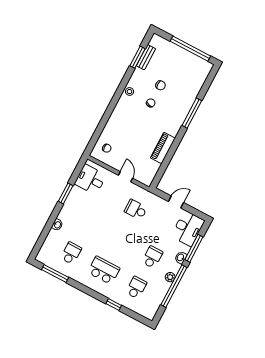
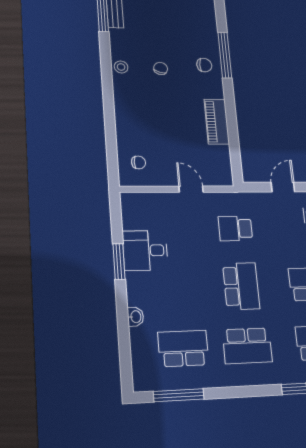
chair: (160, 85) -> (204, 65), moved
desk: (90, 180) -> (145, 250), moved
school desk: (120, 240) -> (241, 286), added
school desk: (71, 253) -> (183, 348), width x1.85
school desk: (104, 270) -> (247, 346), turned 180

